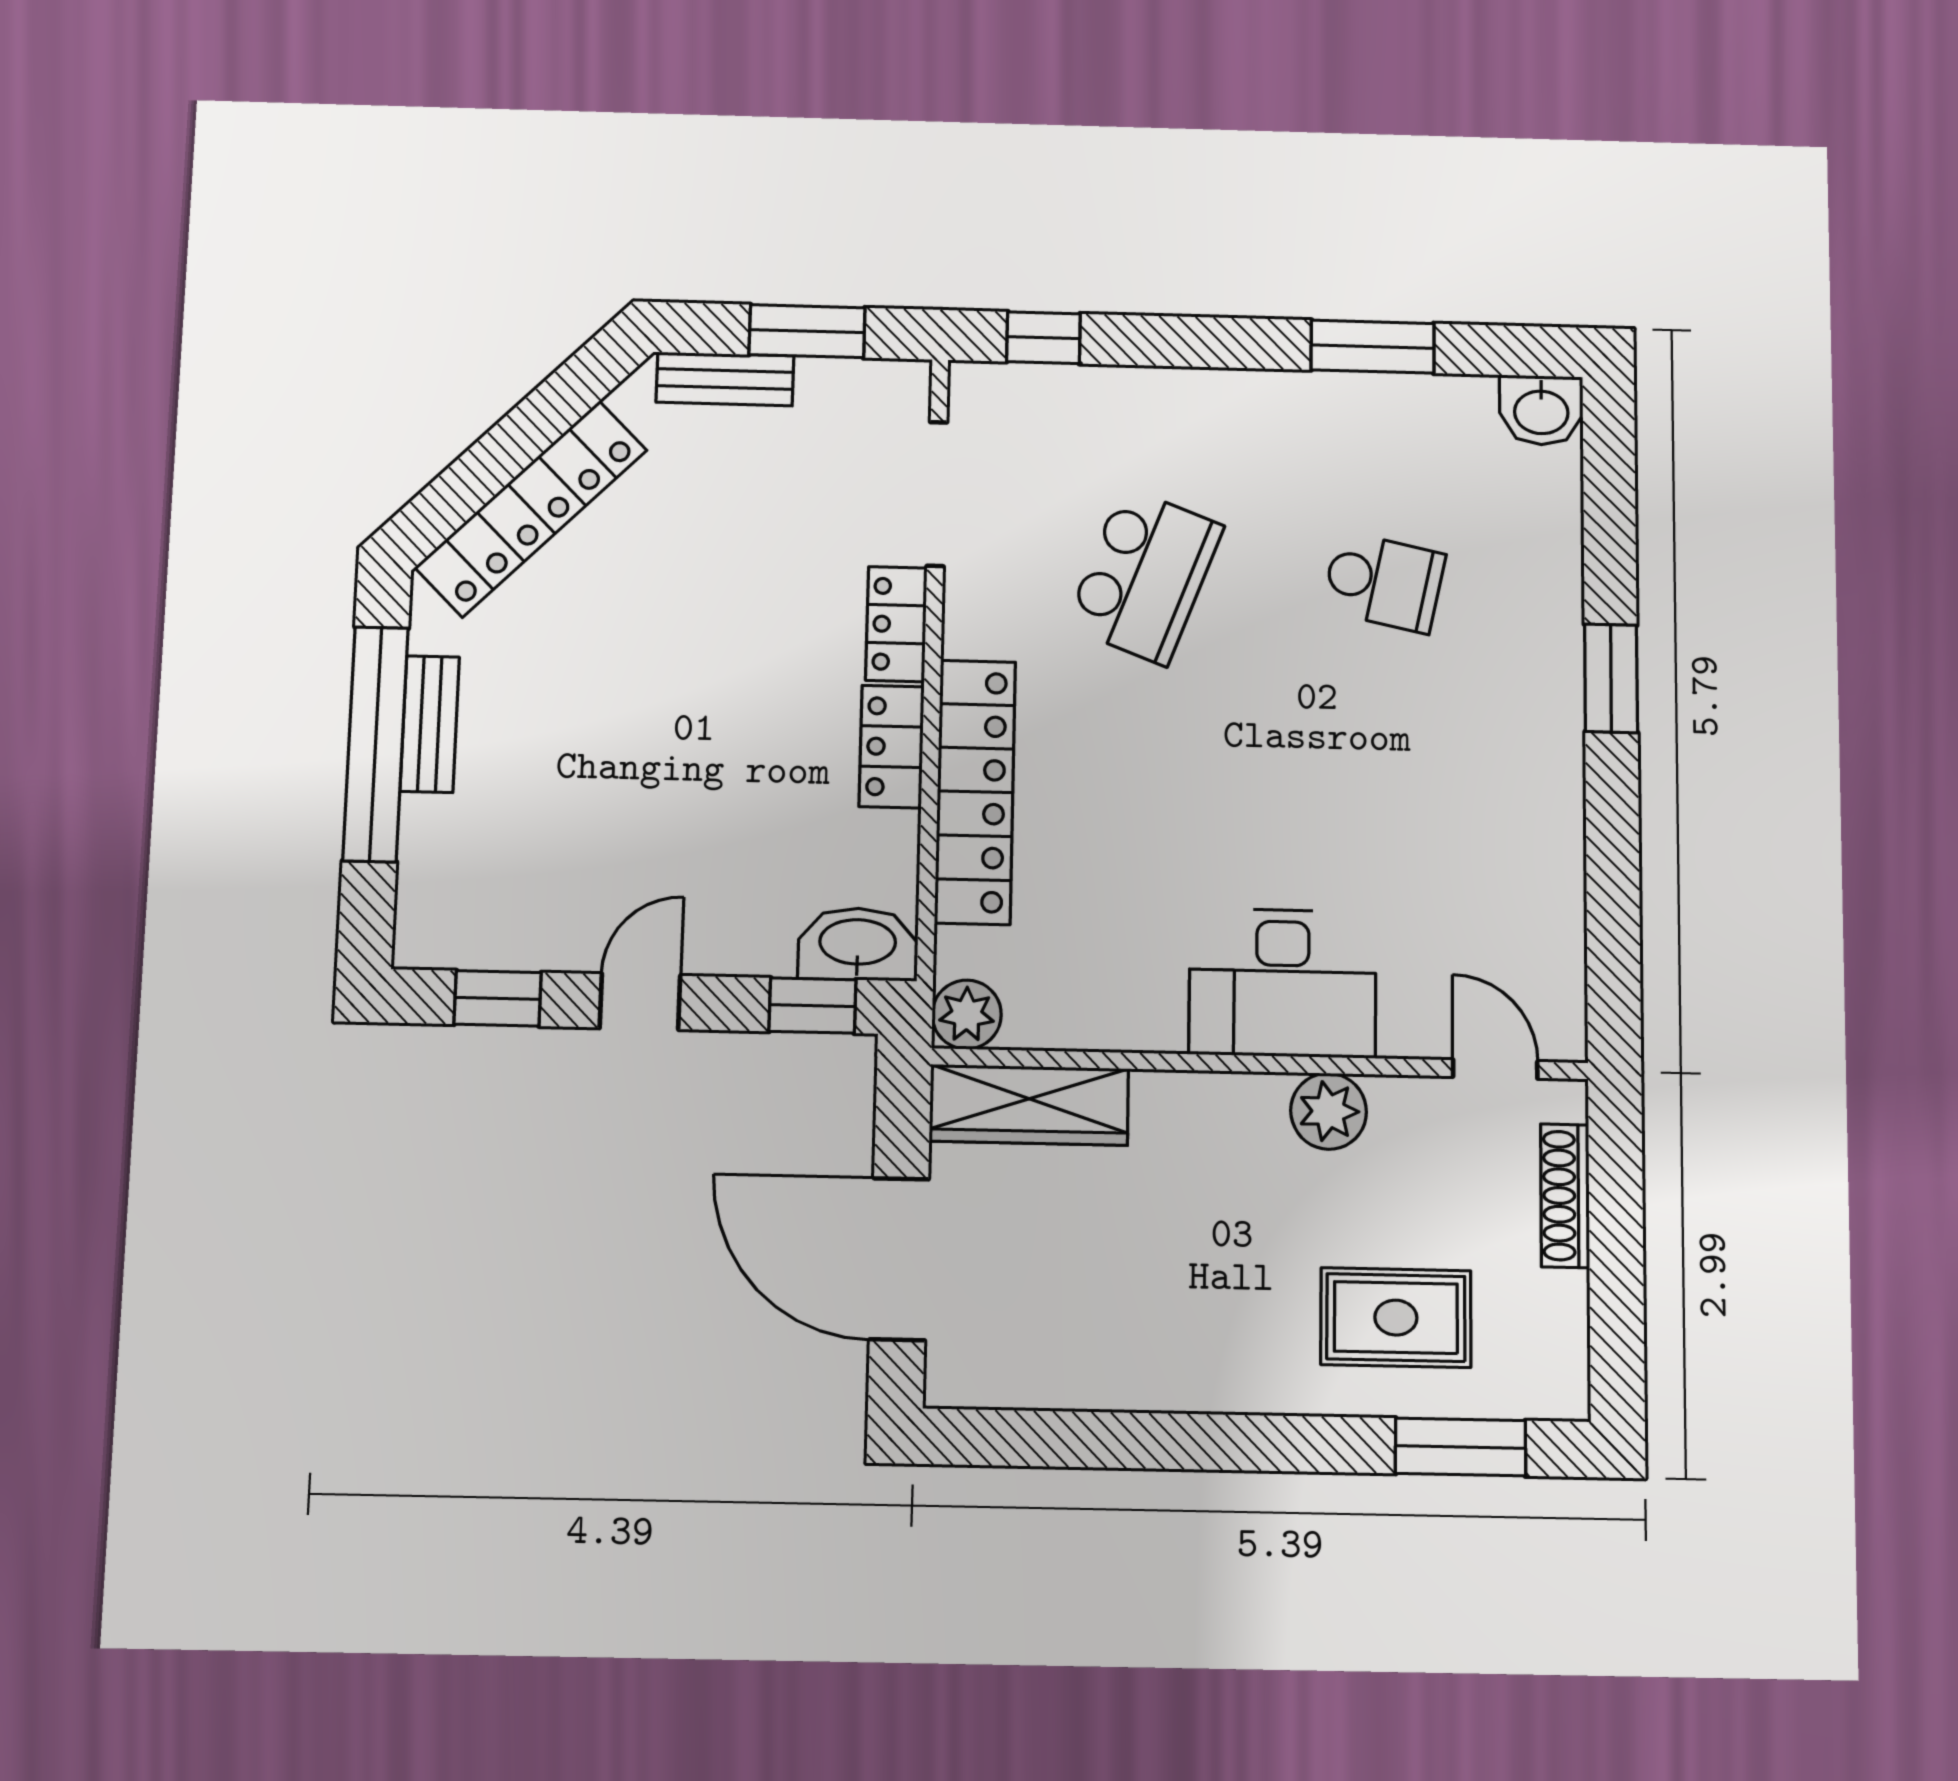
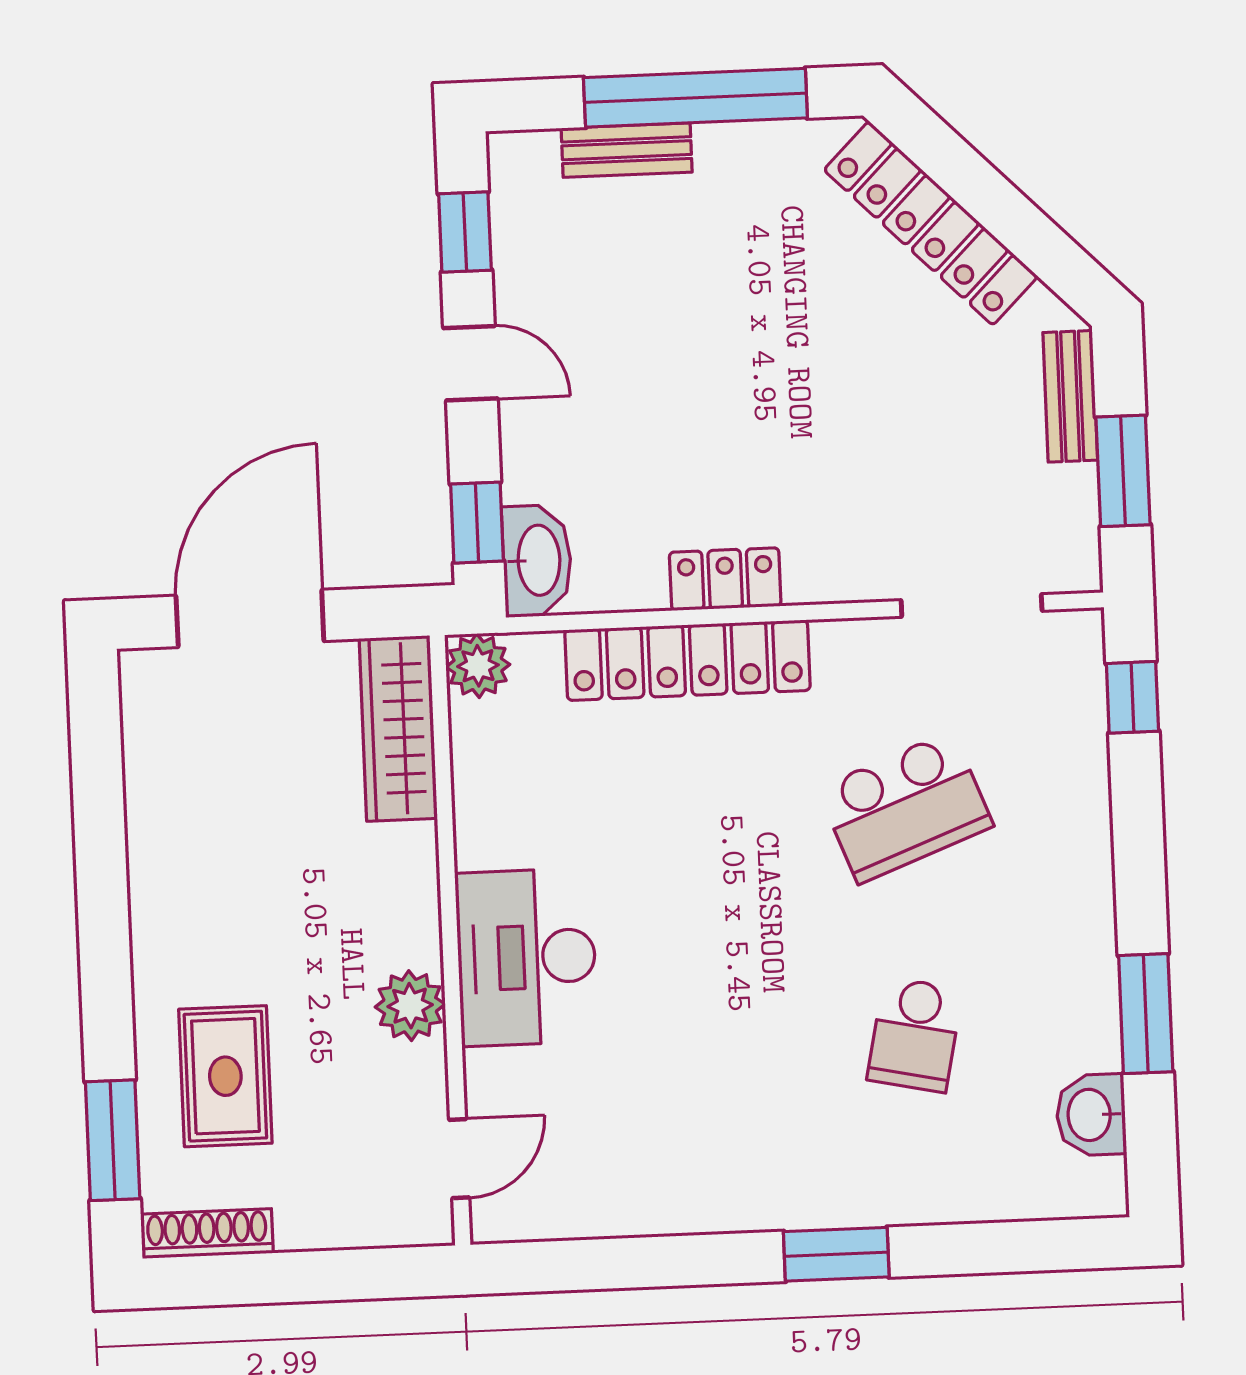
washbasin: (1541, 410) -> (1091, 1115), moved
school desk: (1145, 576) -> (905, 807), turned -42
locker: (896, 624) -> (843, 576), removed
bench: (430, 724) -> (627, 150), moved
shoe rack: (1565, 1196) -> (207, 1234), moved

